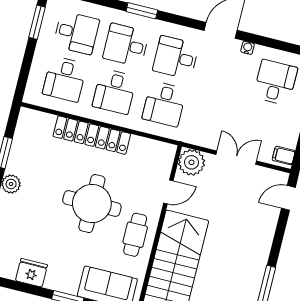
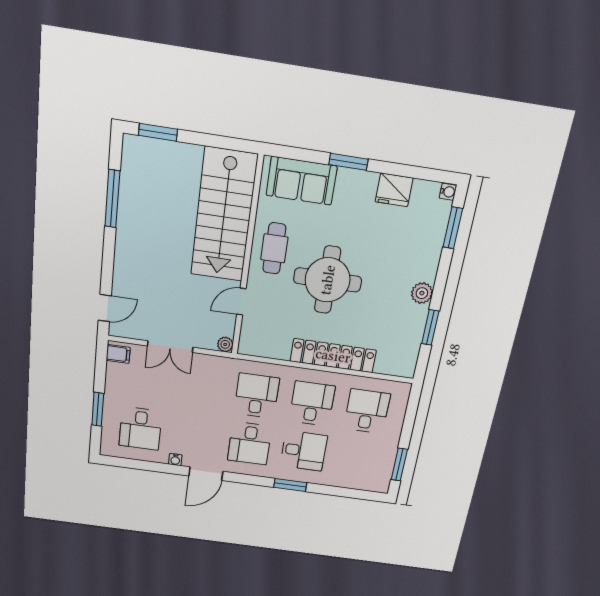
desk: (76, 33) -> (357, 458), removed
desk: (176, 58) -> (250, 443), turned 90
plant: (192, 162) -> (225, 344), width x0.53, depth x0.53

